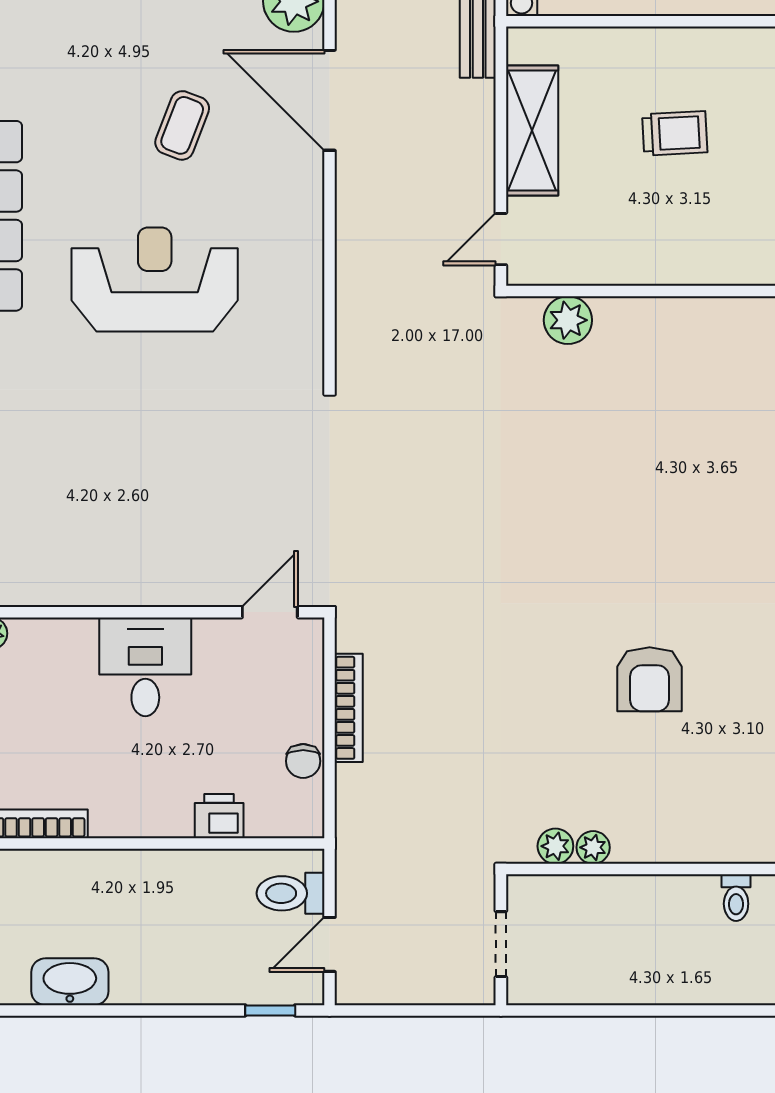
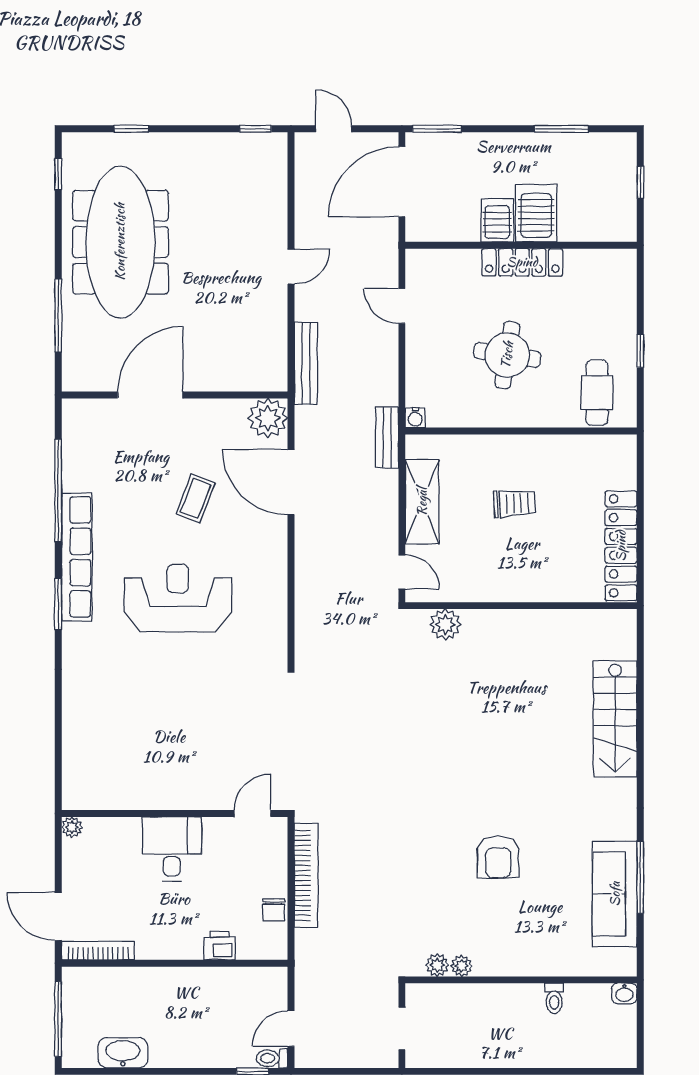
door: (501, 239) -> (402, 572), swing flipped
bookcase: (349, 708) -> (306, 875), width x1.48, depth x1.31
toilet: (291, 893) -> (272, 1058), moved, width x0.73, depth x0.72

